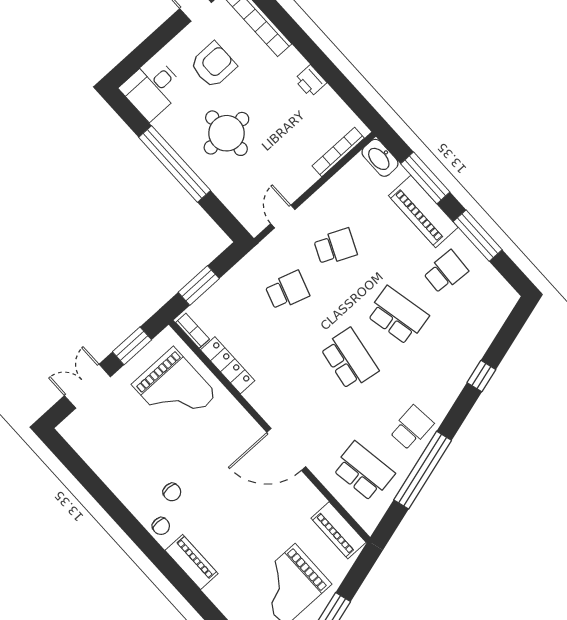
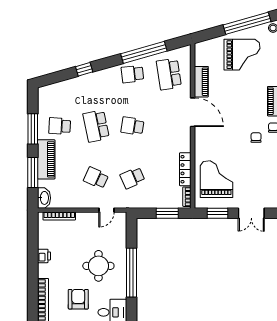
armchair: (213, 65) -> (78, 299), turned 90
school desk: (287, 290) -> (132, 178), turned -42
school desk: (349, 359) -> (132, 126), width x0.54
piano: (338, 530) -> (201, 82), moved

